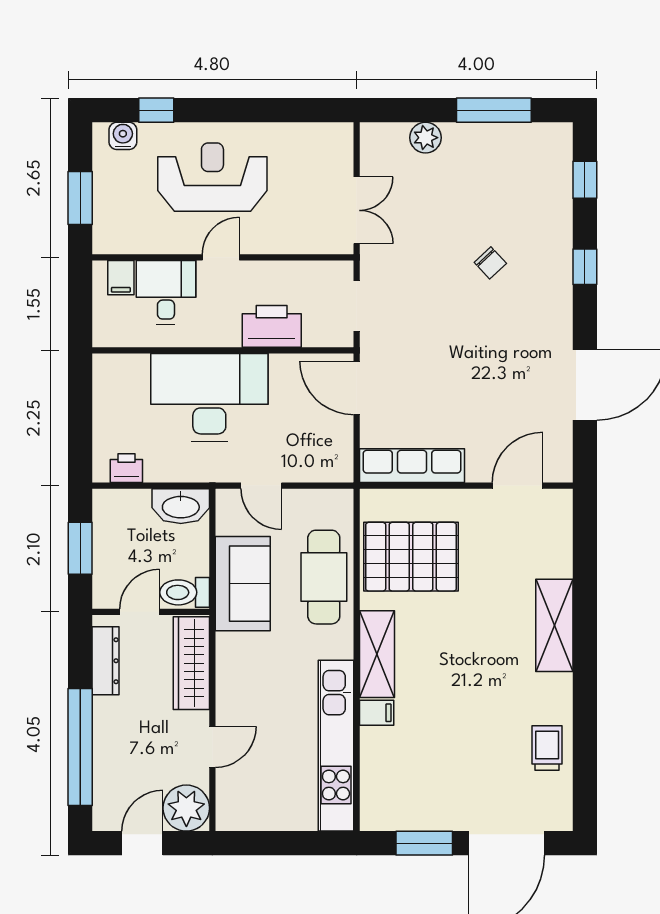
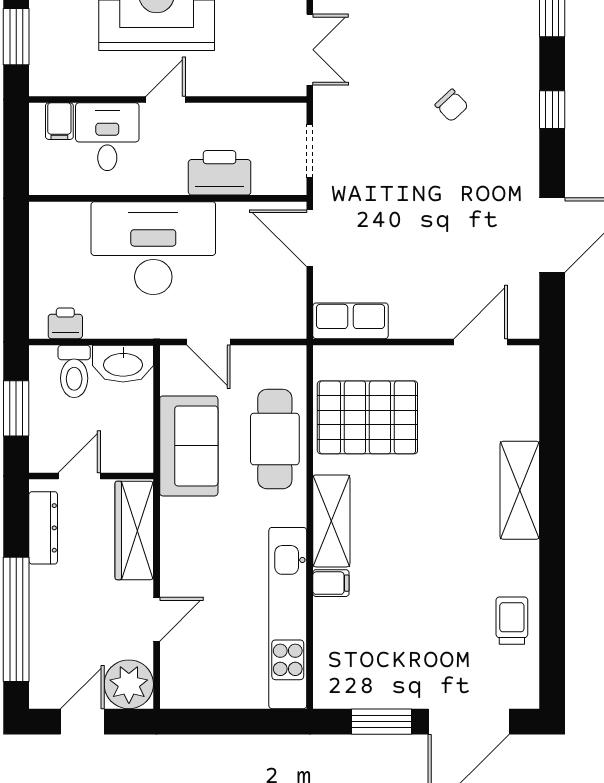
row of seats: (412, 466) -> (351, 321), width x0.68
toilet: (185, 592) -> (74, 371), moved, turned -90

